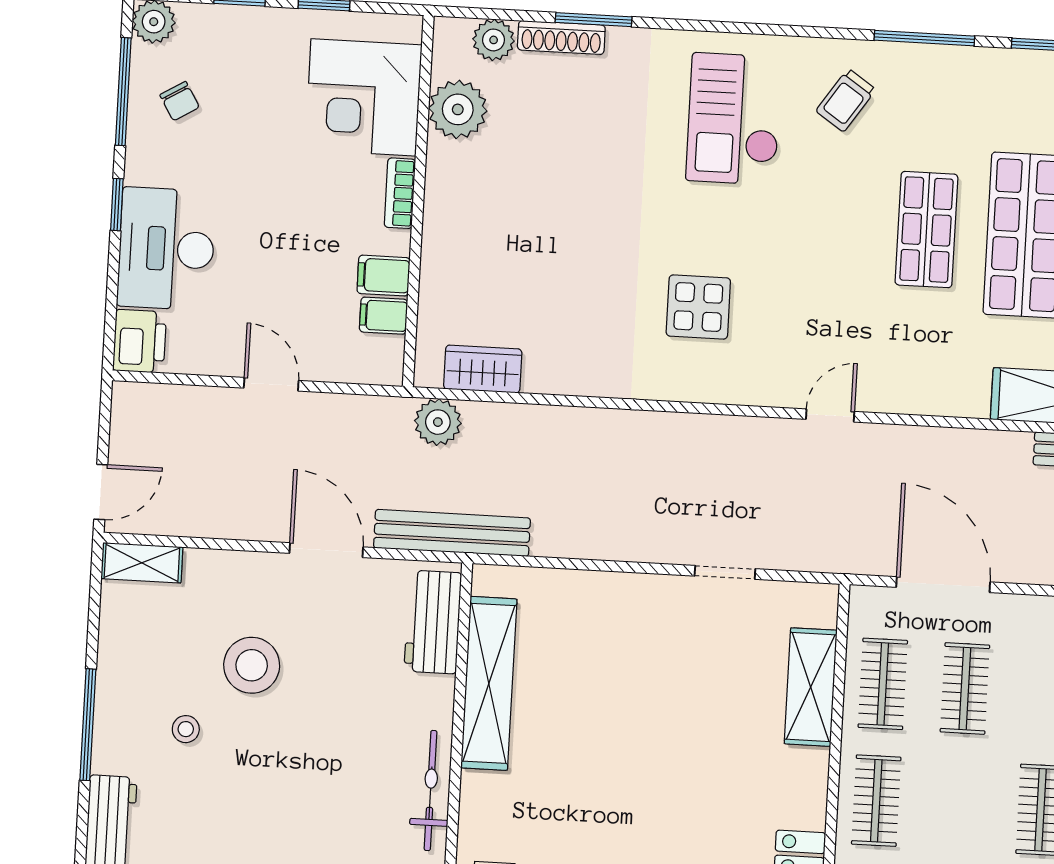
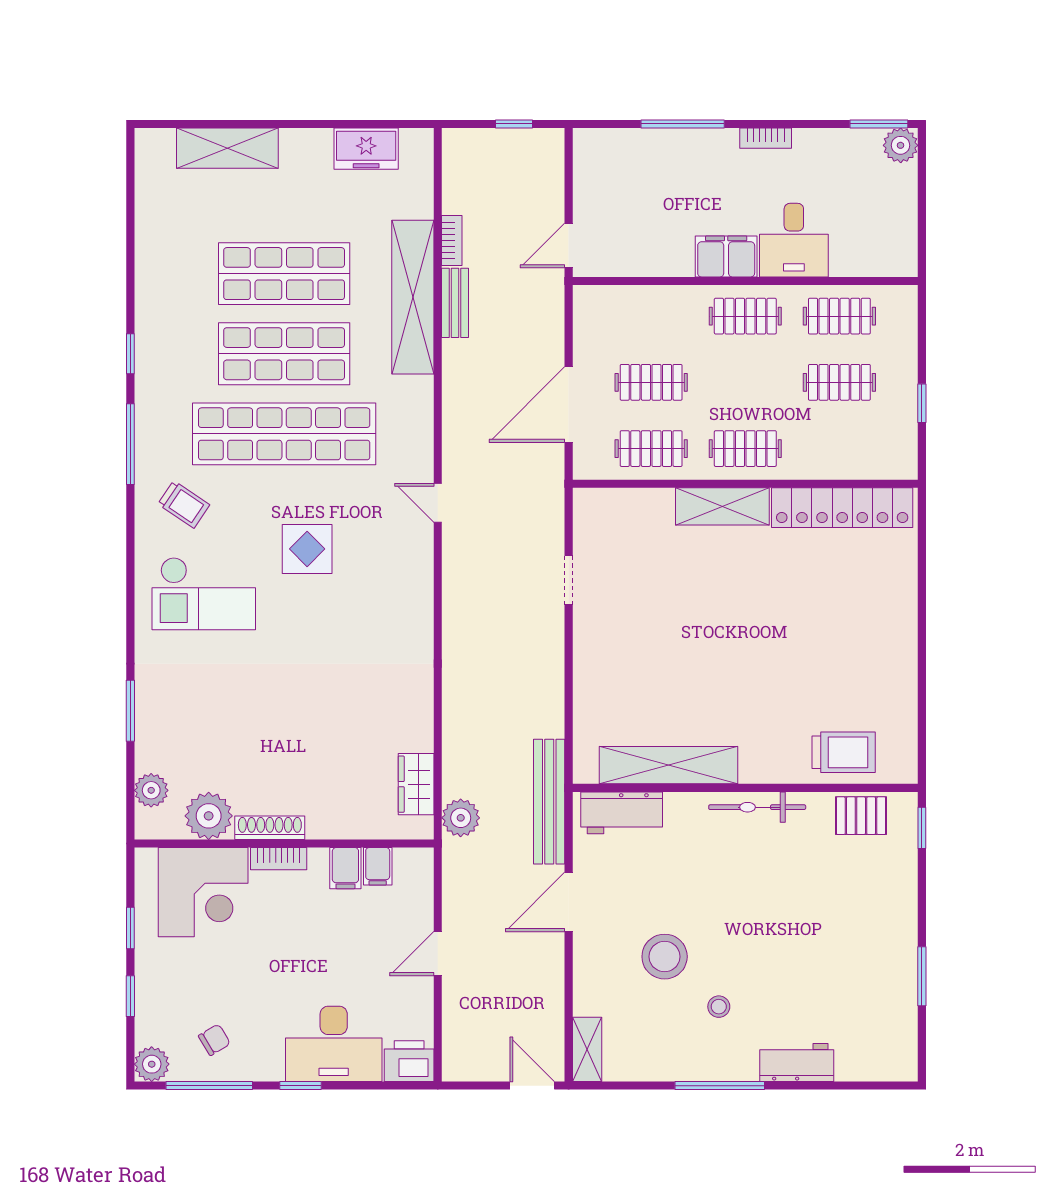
shoe rack: (561, 37) -> (270, 828), moved, turned -90
shop shelf: (926, 230) -> (284, 434), width x2.00, depth x1.36
display table: (698, 307) -> (307, 549), moved
shelving: (811, 687) -> (722, 506), moved

